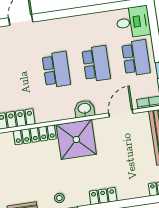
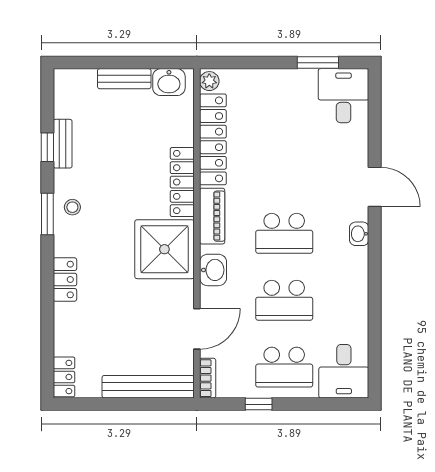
washbasin: (50, 25) -> (359, 234), added
door: (121, 113) -> (197, 329), hinge flipped
piano: (52, 114) -> (212, 216), added

